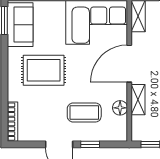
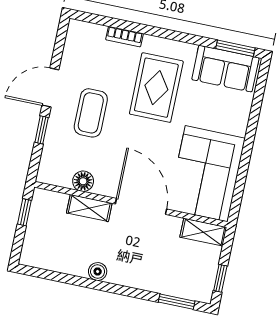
coffee table: (84, 112) -> (91, 113), moved
bookcase: (13, 122) -> (124, 37), moved, width x0.64

